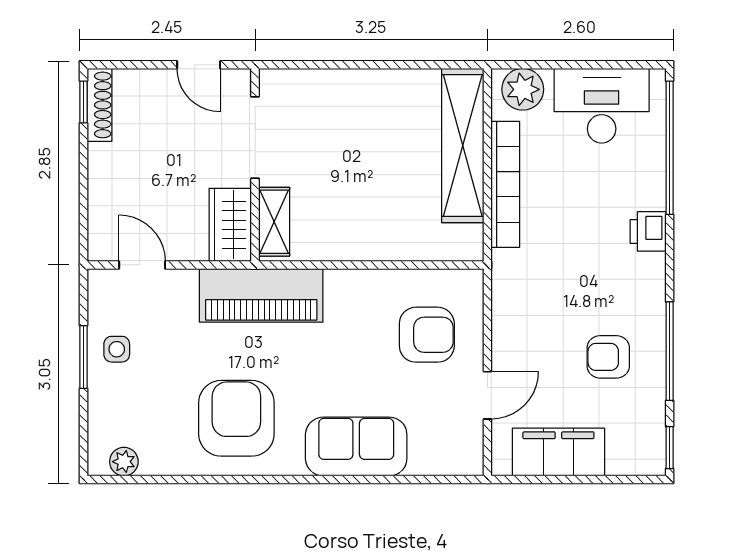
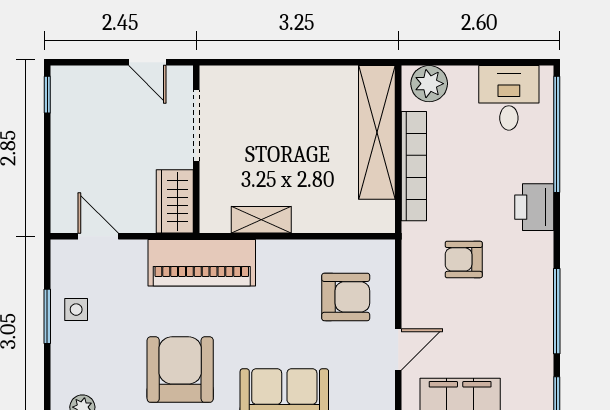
shoe rack: (99, 105) -> (61, 97), removed
desk: (602, 106) -> (509, 98), width x0.73
shelving: (274, 222) -> (261, 220), moved, turned 90
printer: (648, 231) -> (534, 207), width x1.36, depth x1.24
armchair: (608, 357) -> (464, 259), moved

